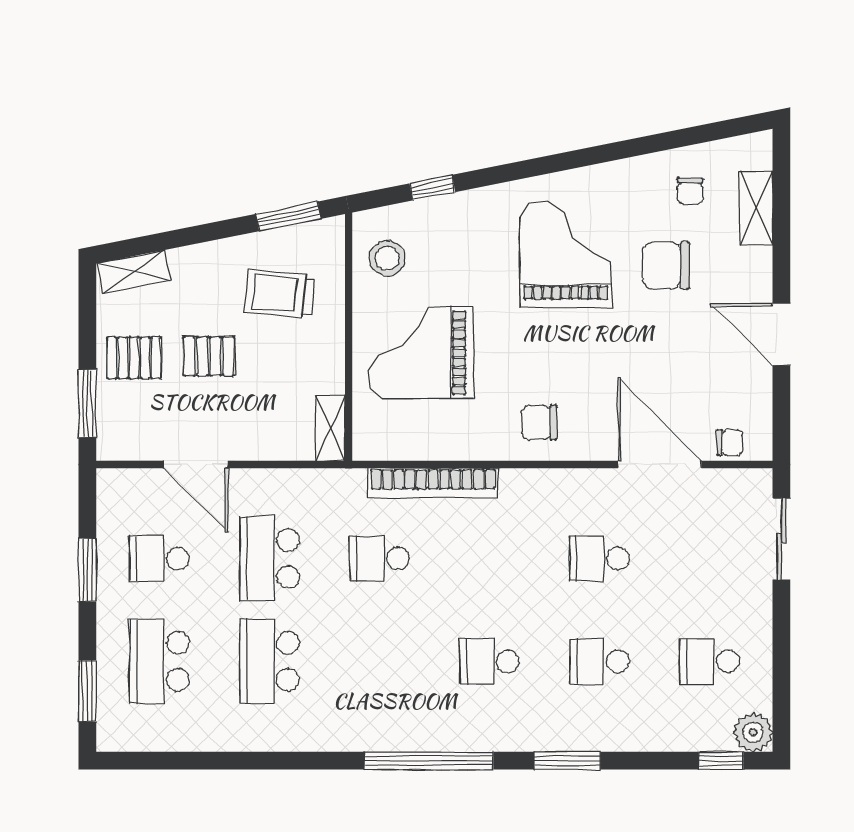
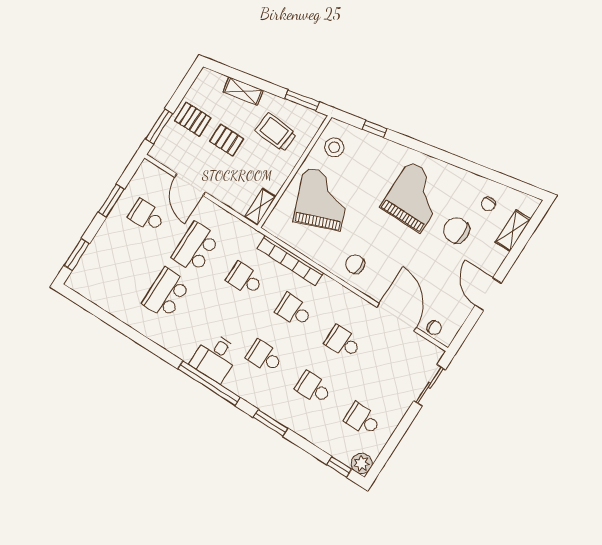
shelving: (134, 272) -> (243, 91), moved
grand piano: (421, 353) -> (322, 199), turned 69
school desk: (159, 661) -> (294, 310), moved, width x0.54
desk: (412, 714) -> (215, 358), added

